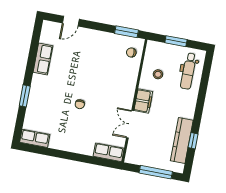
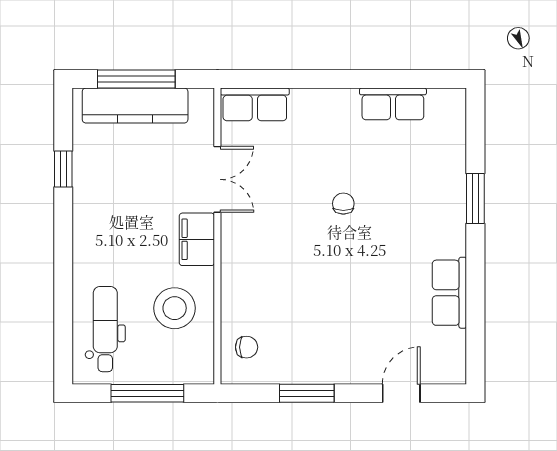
window: (127, 32) -> (307, 393), moved
window: (176, 41) -> (147, 393), width x1.44
stool: (158, 74) -> (175, 308), width x1.89, depth x1.89
row of seats: (35, 138) -> (393, 104), moved
kitchen counter: (182, 141) -> (135, 106), moved, turned 90

